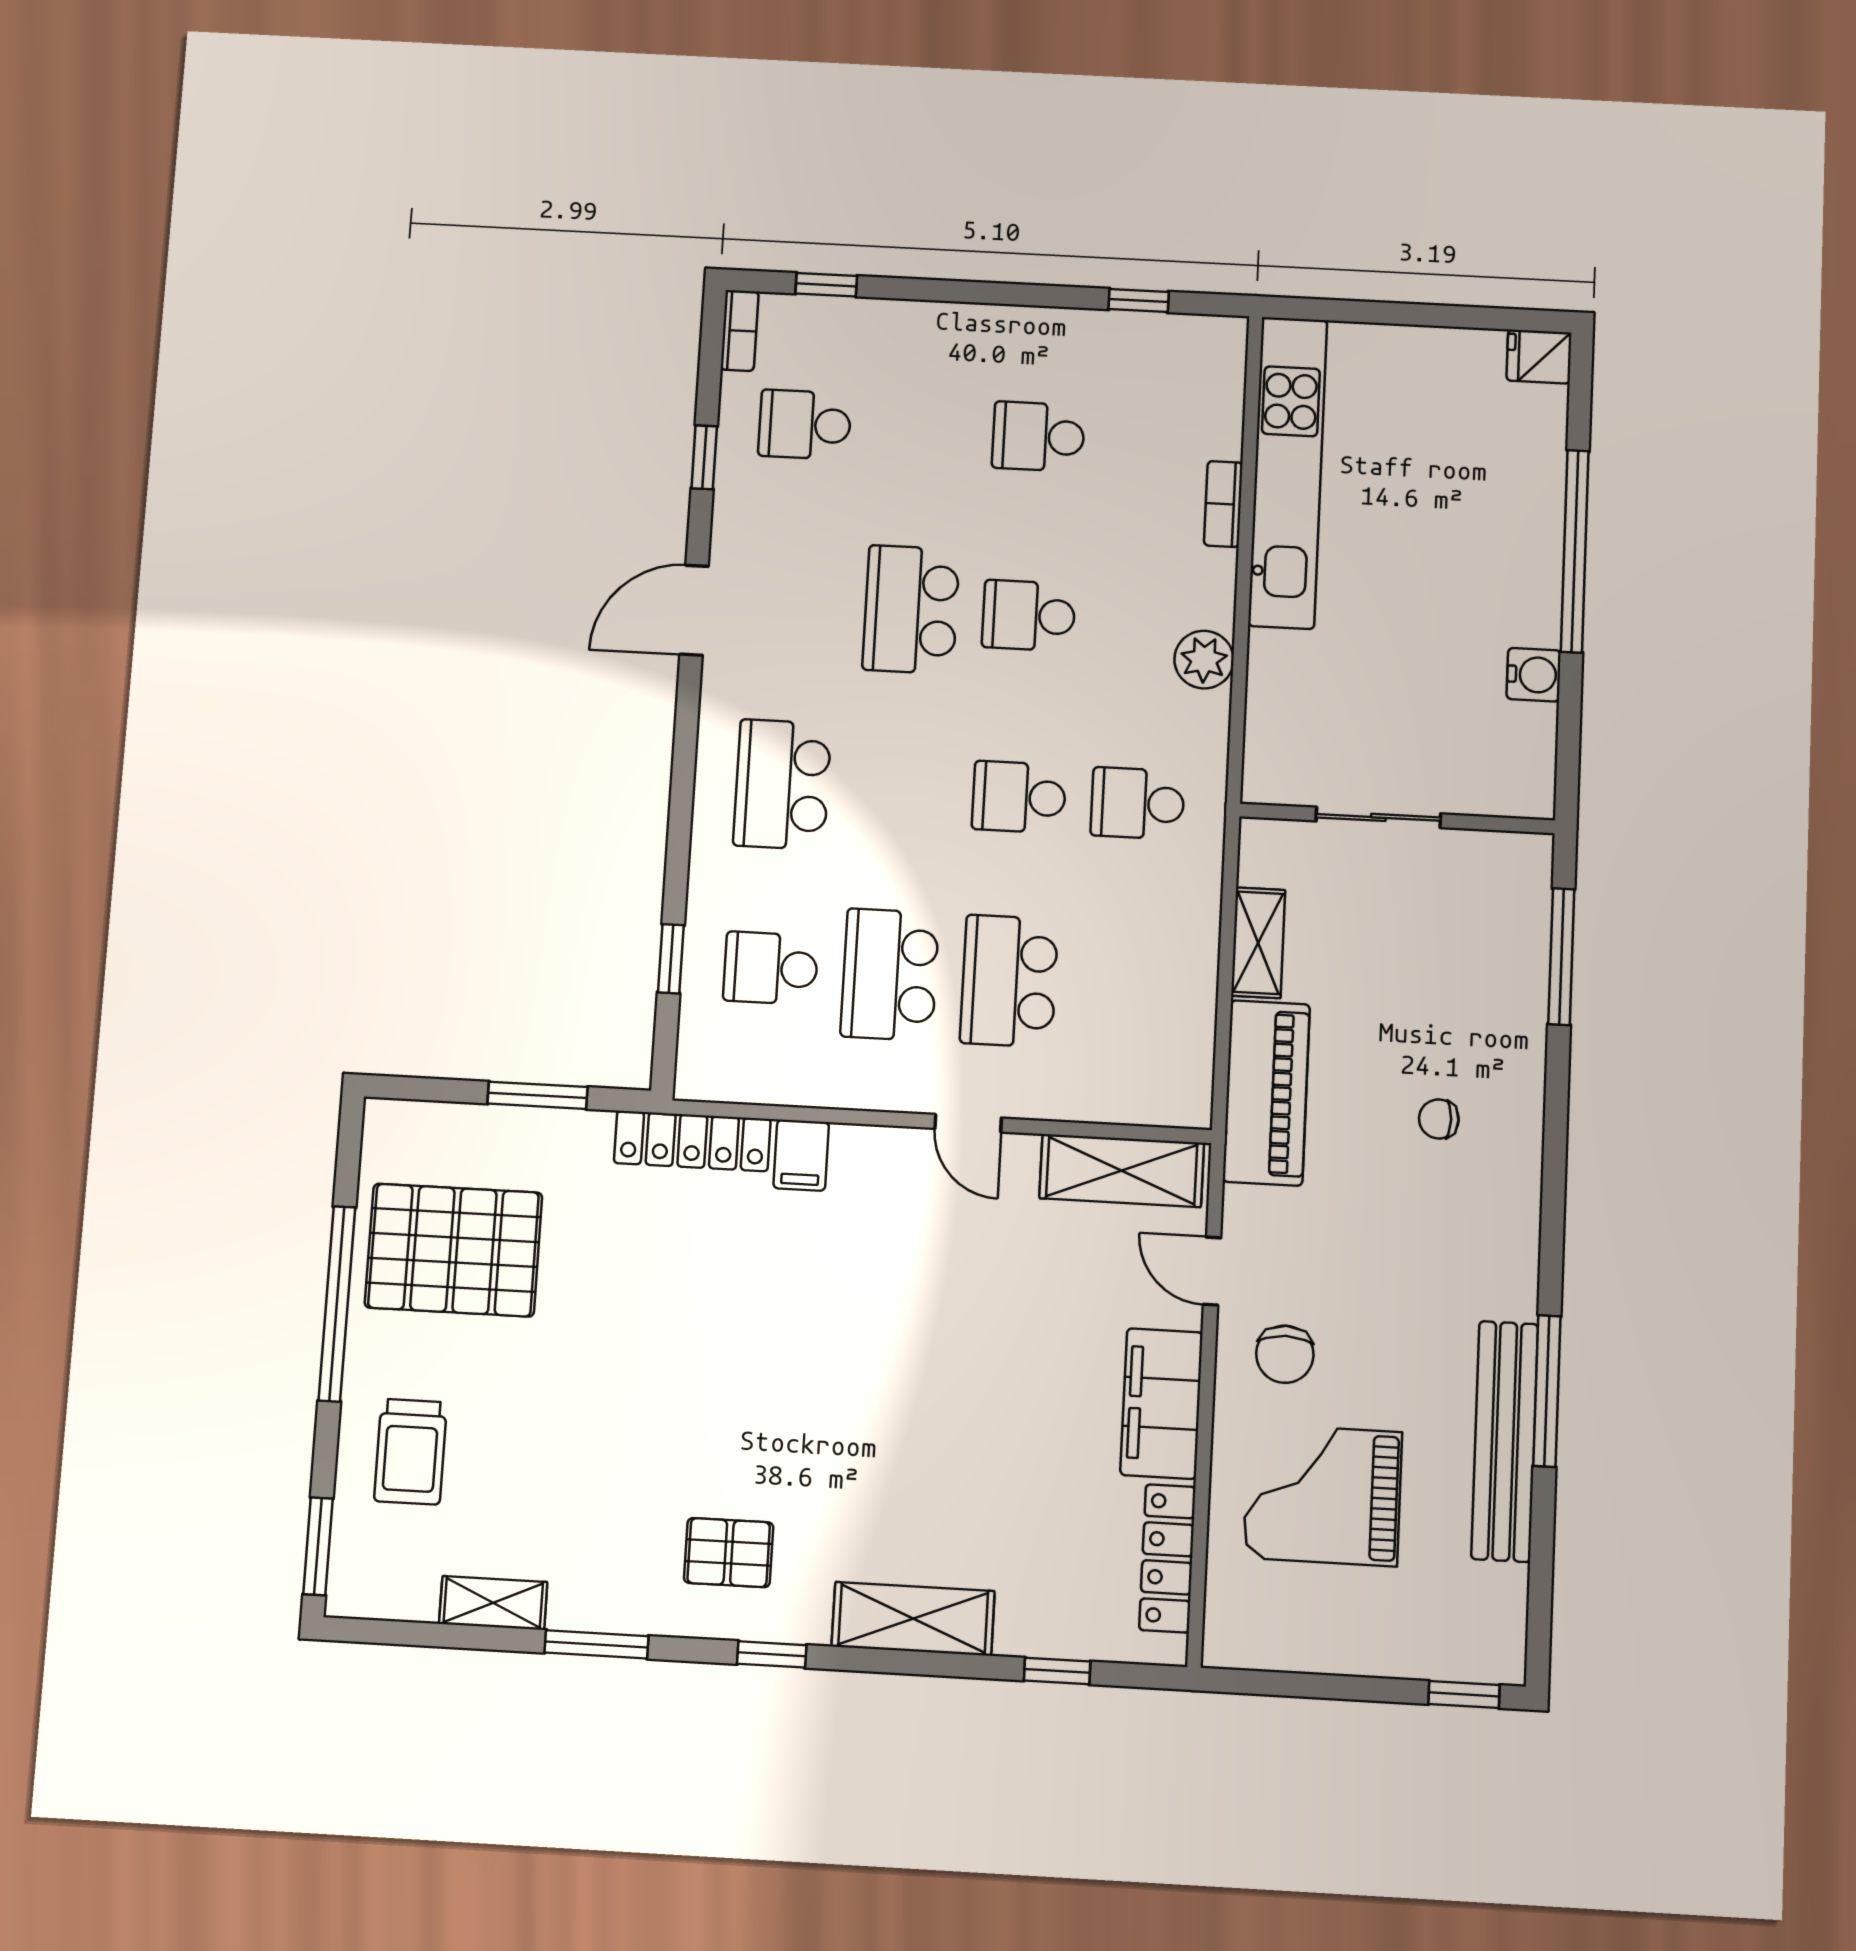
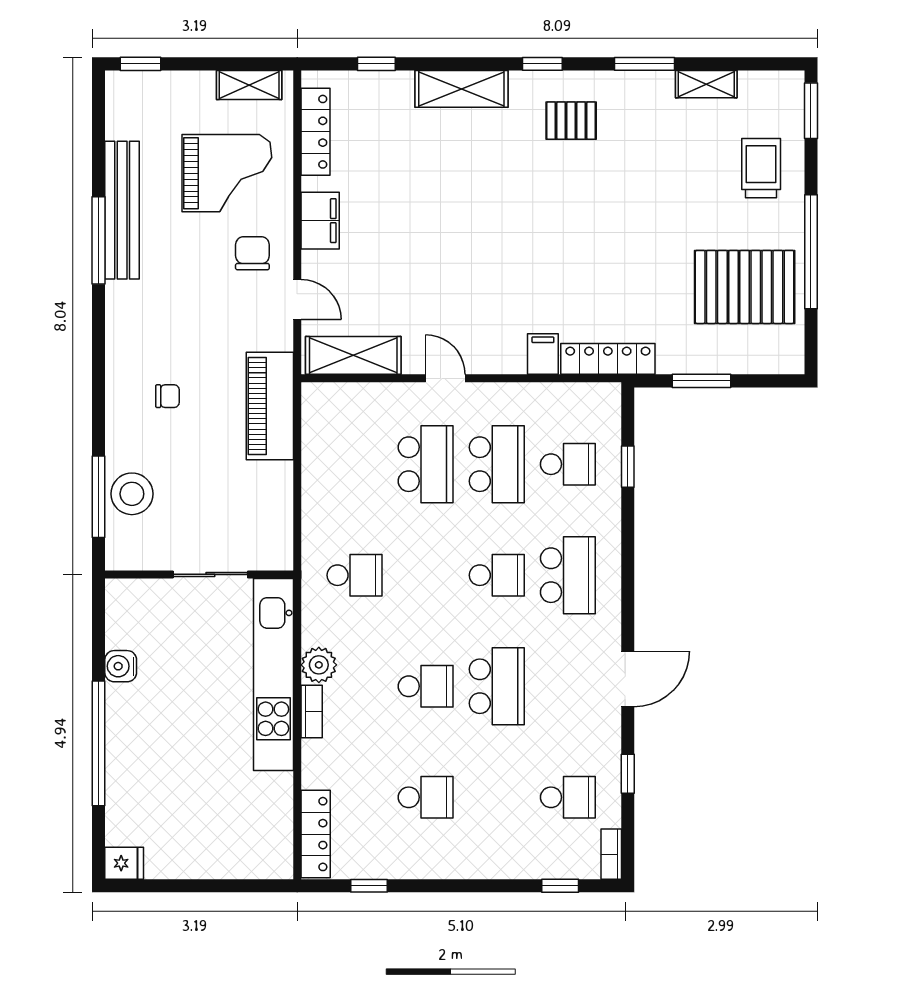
locker: (1222, 387) -> (316, 834), added
kitchen unit: (1288, 472) -> (273, 675), moved
bookcase: (1223, 504) -> (312, 712), moved
school desk: (1019, 797) -> (497, 575), moved
shelving: (1258, 943) -> (249, 85), moved, turned 90
stool: (1505, 958) -> (132, 494), added
filing cabinet: (1161, 1404) -> (320, 221), width x0.67, depth x0.86

